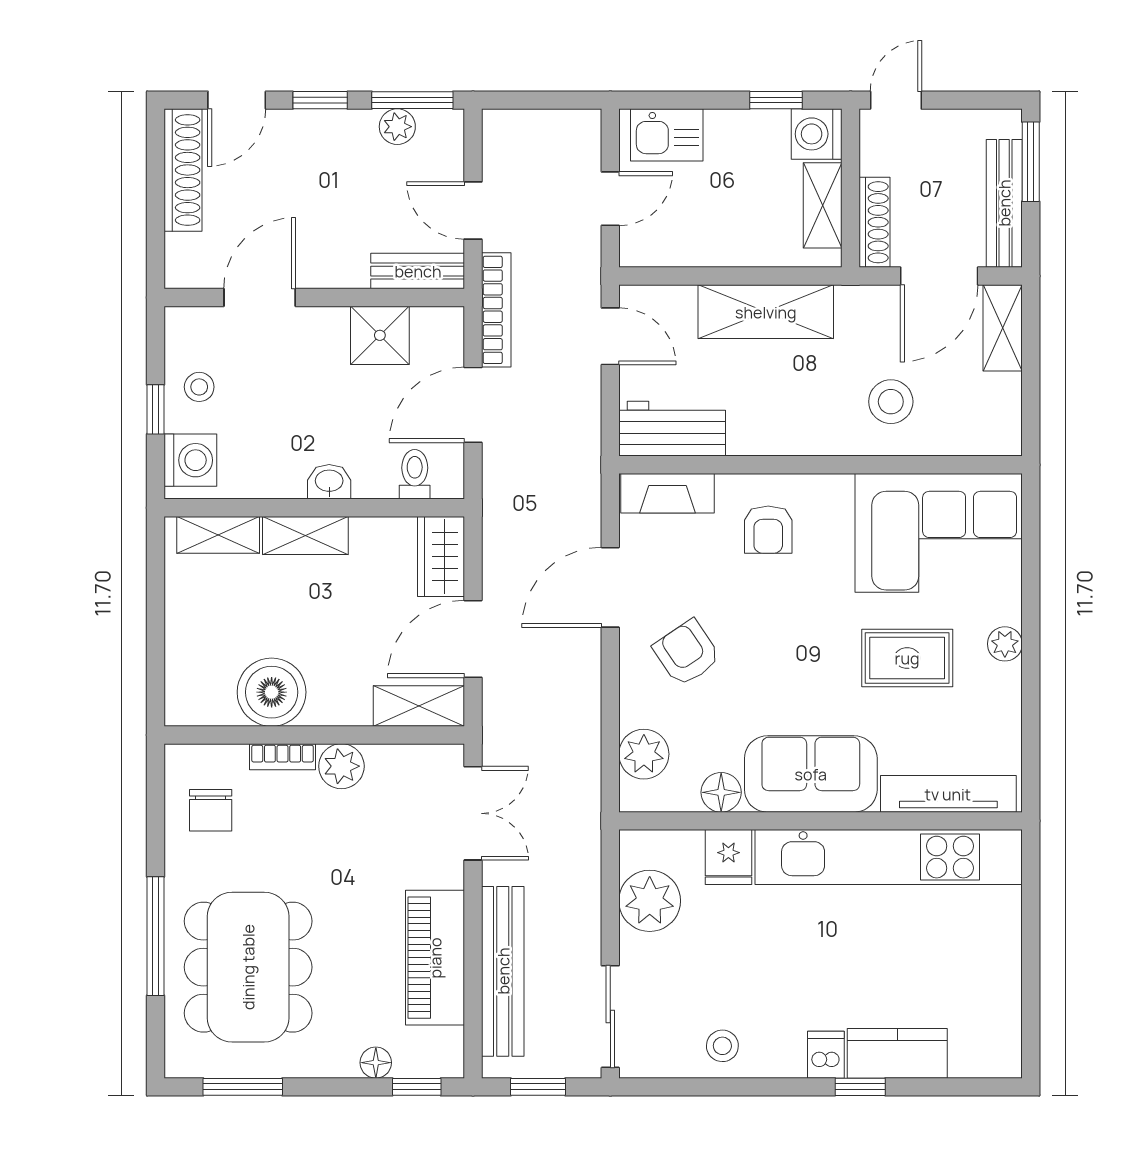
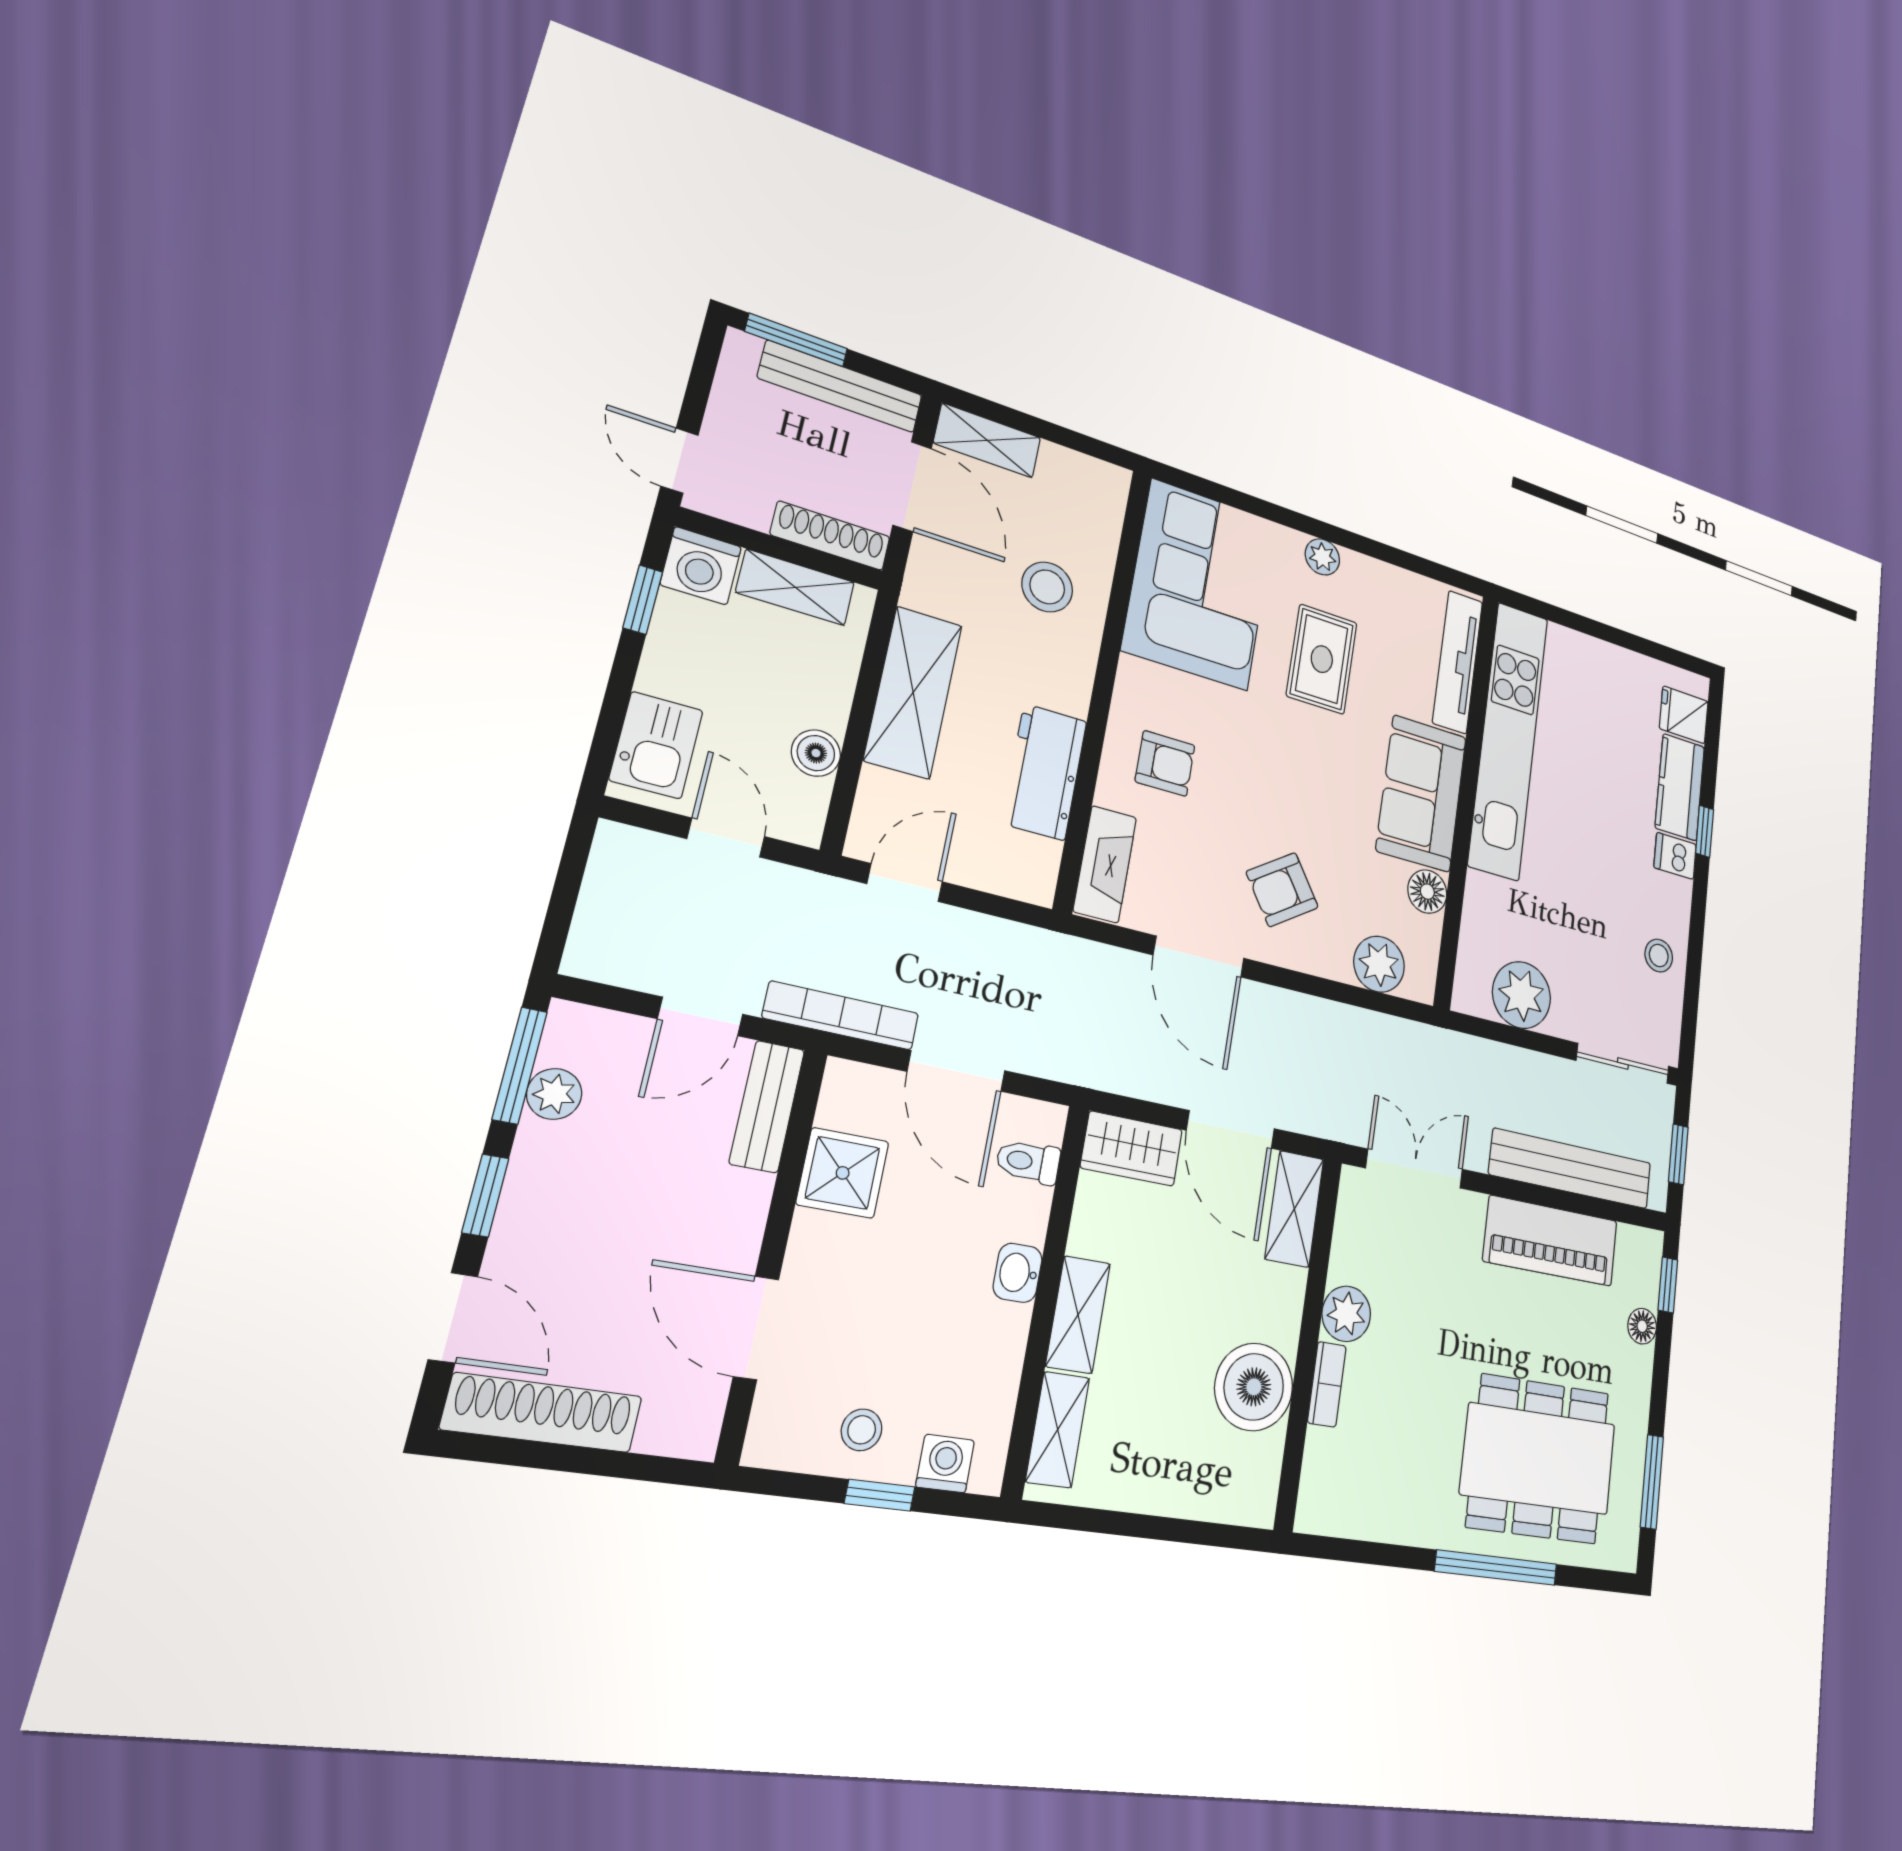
boiler: (694, 249) -> (816, 753), added
workbench: (672, 429) -> (1044, 772), moved
washing machine: (190, 460) -> (945, 1464), width x0.73, depth x0.73
chair: (211, 810) -> (1373, 1482), removed
fridge: (728, 857) -> (1684, 715), moved, turned 180

